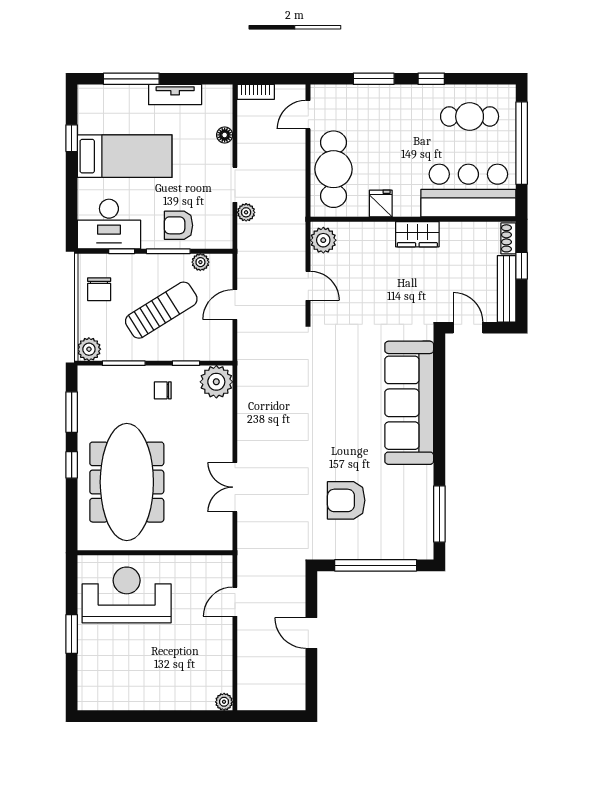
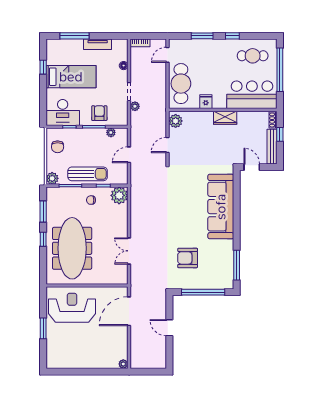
armchair: (179, 225) -> (99, 113), turned 90
door: (308, 286) -> (168, 145), swing flipped
sun lounger: (161, 310) -> (88, 174), moved, turned 32
door: (235, 602) -> (129, 311), width x1.88

